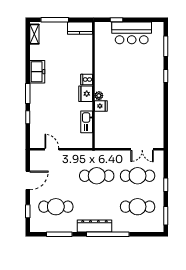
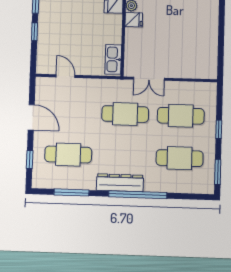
kitchen sink: (87, 122) -> (113, 59), moved
double door: (142, 149) -> (149, 79), moved
door: (28, 180) -> (31, 117), hinge flipped

